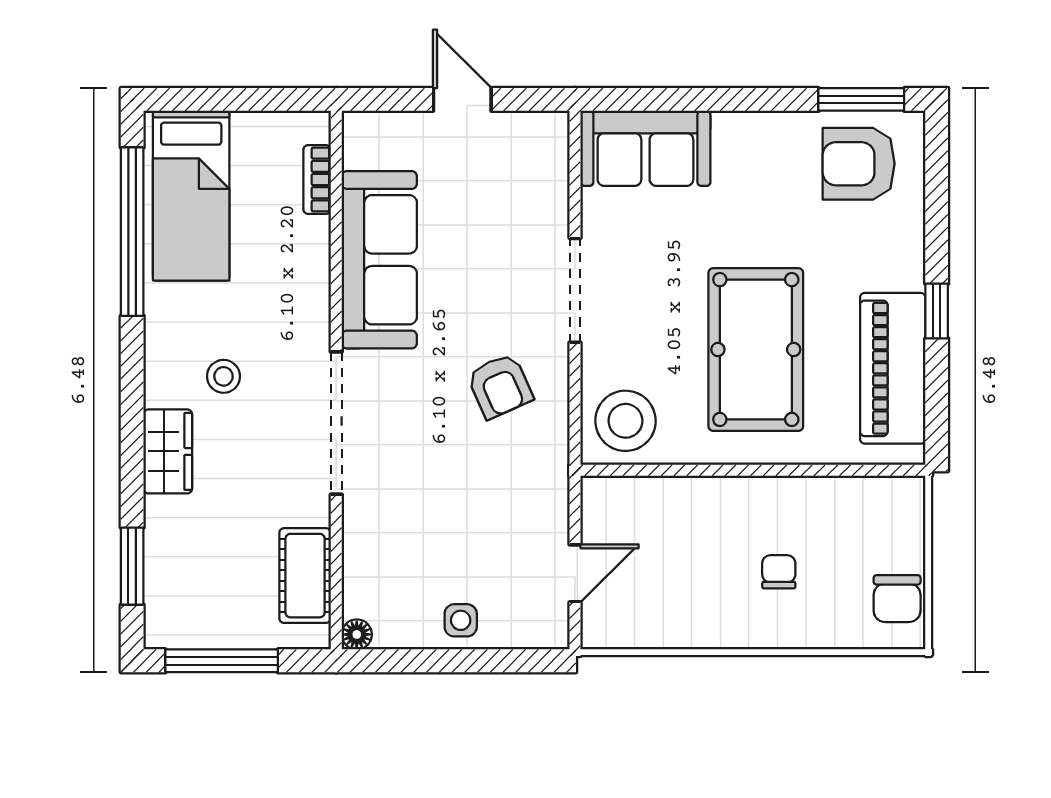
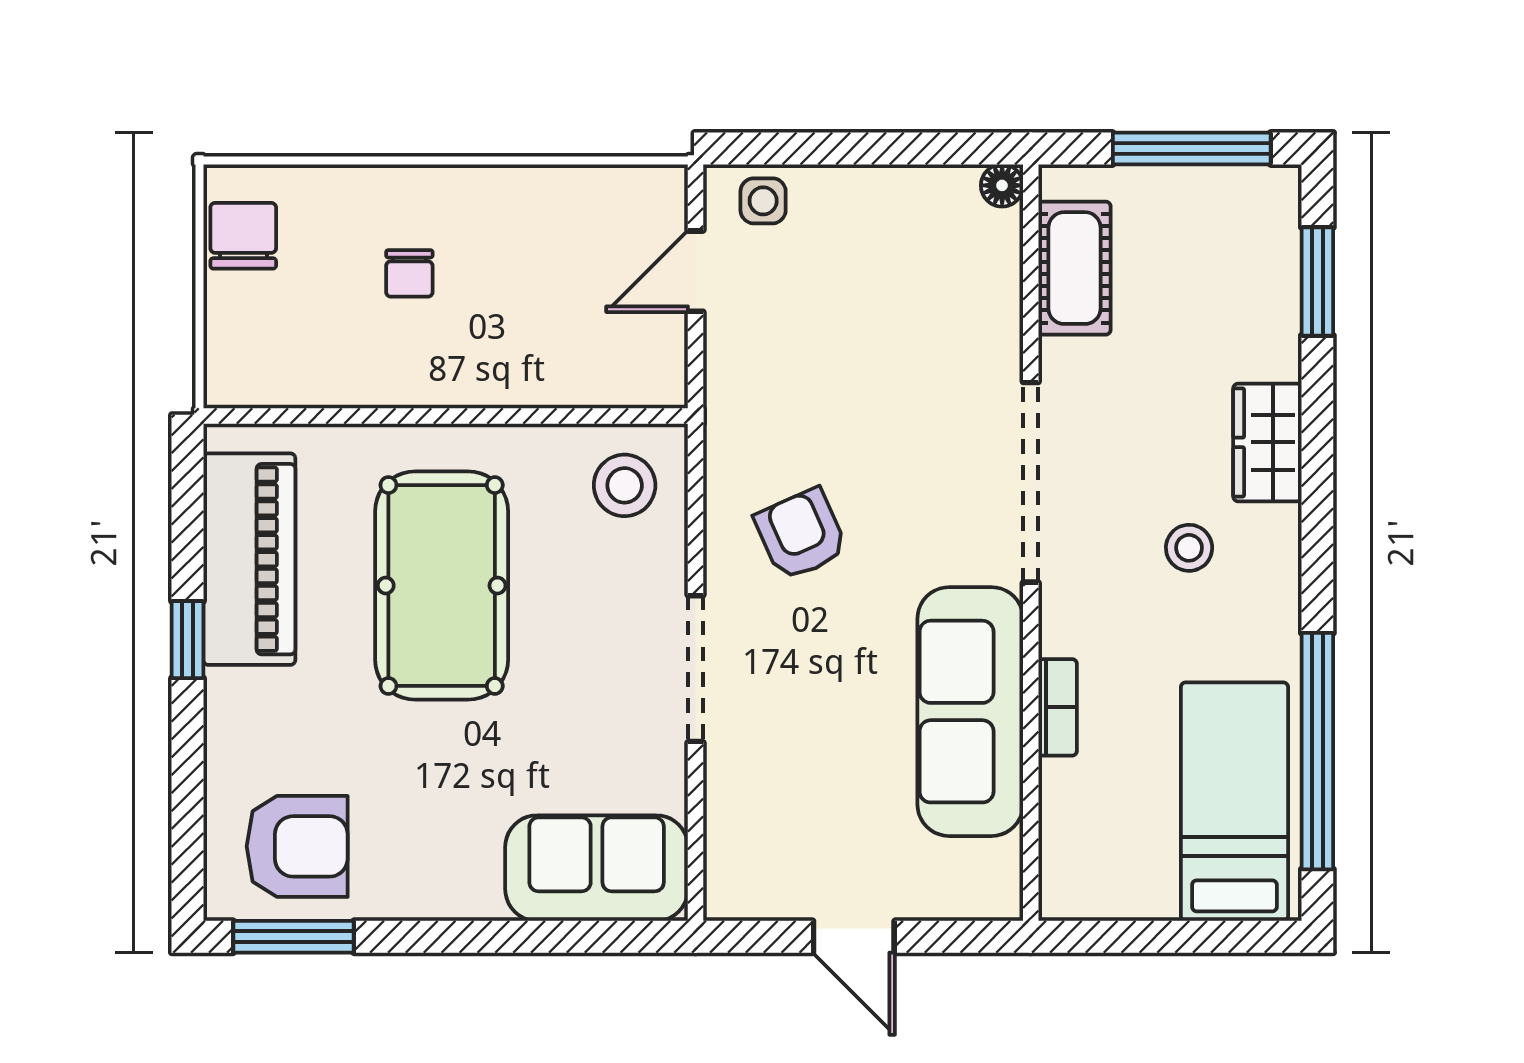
bookcase: (317, 180) -> (1058, 707), moved
stool: (625, 421) -> (625, 485), width x0.73, depth x0.73
side table: (461, 620) -> (763, 201), moved

